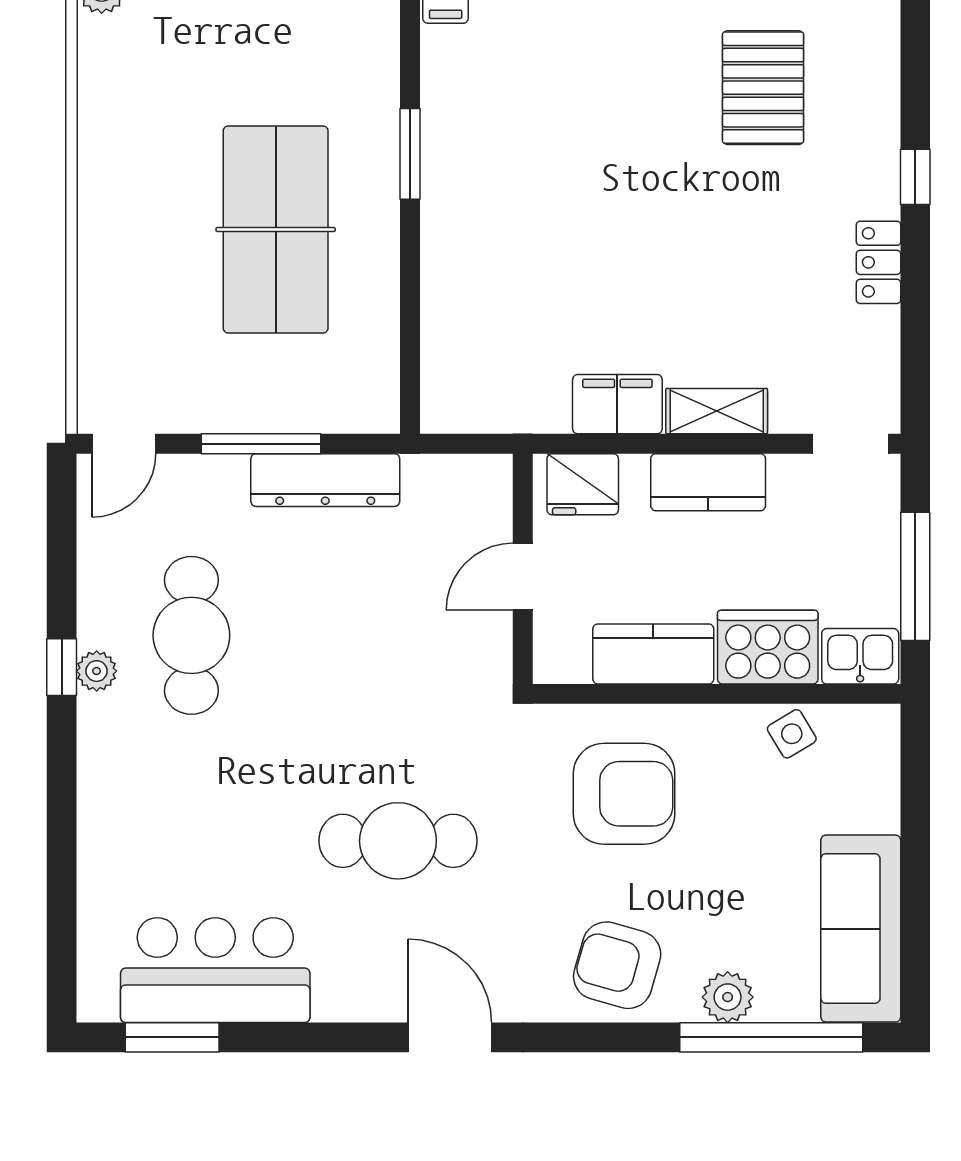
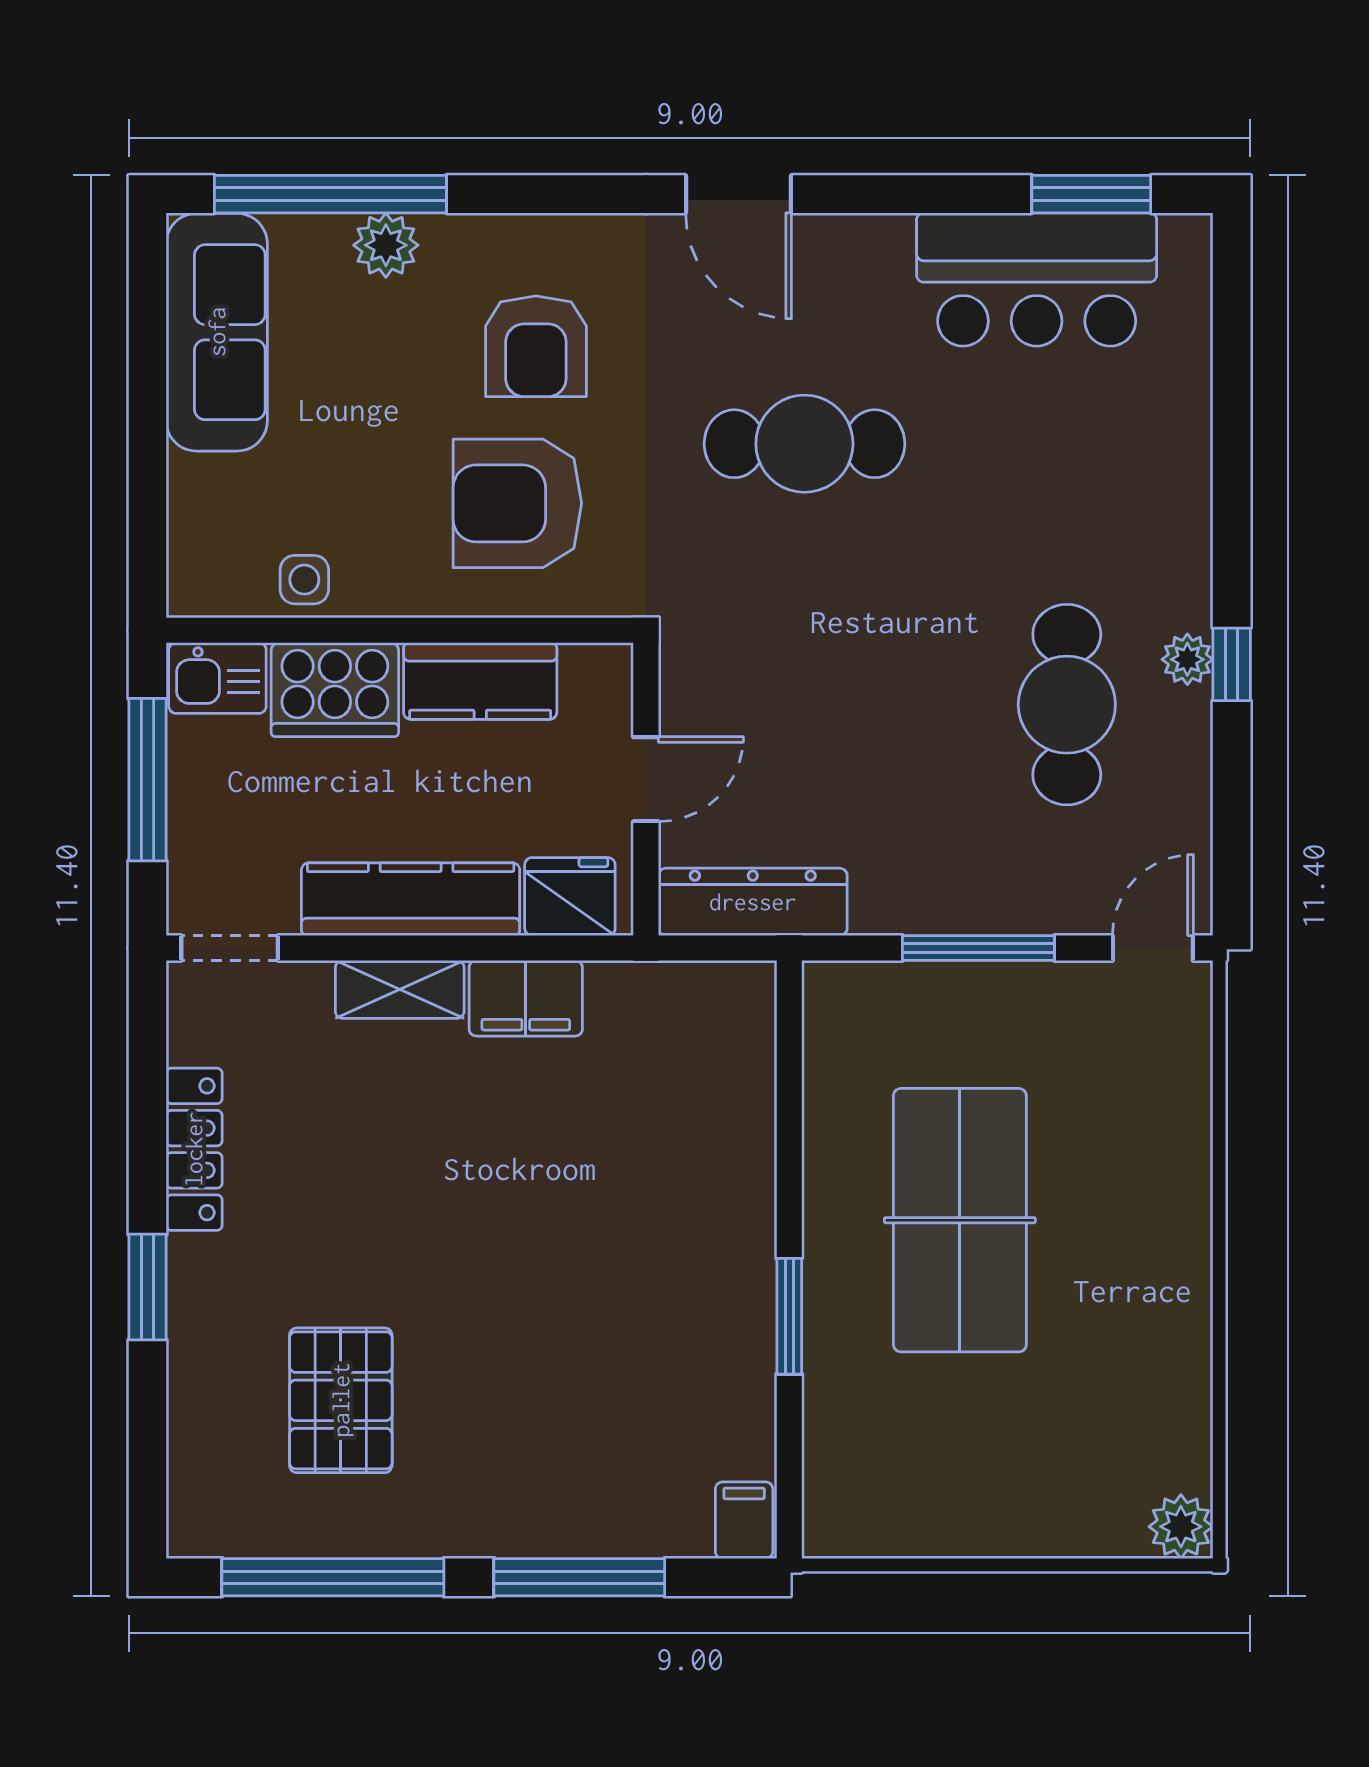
window: (915, 177) -> (147, 1287), width x1.50
locker: (879, 262) -> (194, 1149), width x1.53
dresser: (325, 480) -> (753, 902), moved
kitchen counter: (708, 482) -> (411, 899), width x1.50
side table: (792, 734) -> (304, 580), turned 31
armchair: (617, 965) -> (536, 346), moved, turned 74

